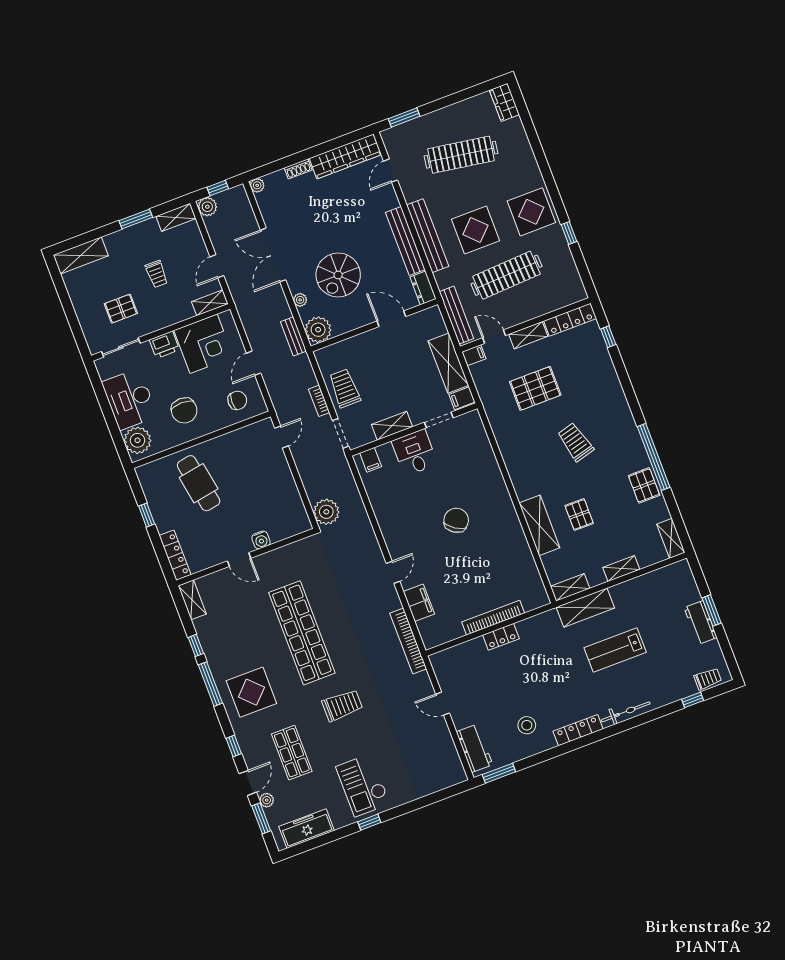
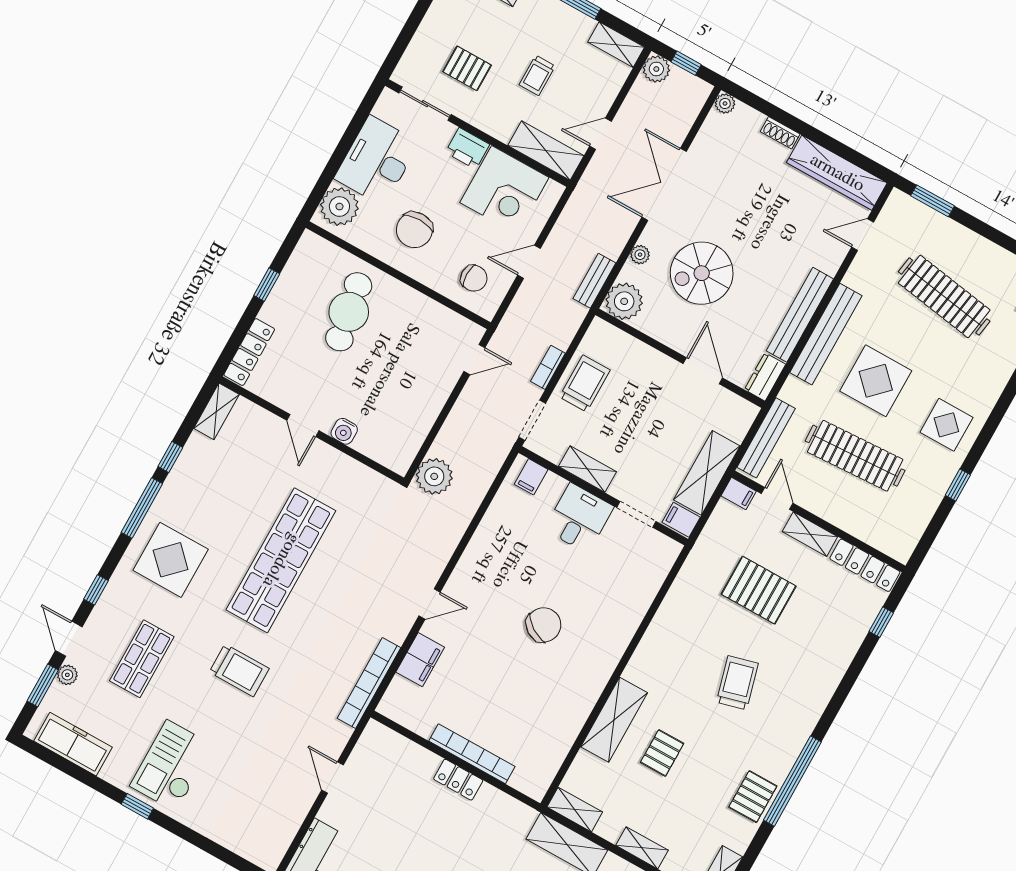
display table: (531, 212) -> (946, 425), width x0.73, depth x0.73
shelving: (210, 303) -> (546, 151), width x1.50, depth x1.33
door: (248, 783) -> (69, 639), swing flipped

